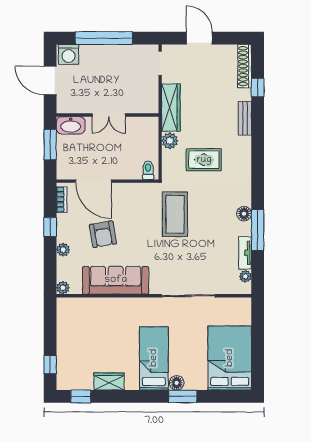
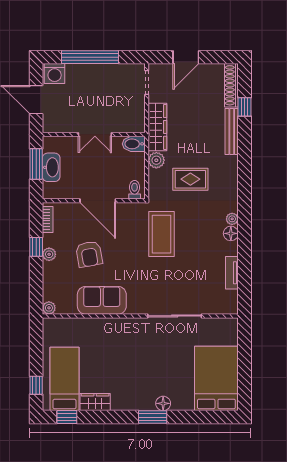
door: (199, 38) -> (186, 57), swing flipped
bench: (245, 118) -> (232, 132), width x1.36
bidet: (147, 124) -> (134, 144), added
washbasin: (71, 125) -> (51, 167), moved, turned -90
door: (94, 181) -> (98, 201), moved
window: (258, 230) -> (244, 250), removed
plant: (63, 250) -> (49, 254), moved
plant: (245, 276) -> (232, 219), moved
sofa: (116, 280) -> (102, 300), width x0.73
bed: (154, 358) -> (64, 379), moved
window: (183, 396) -> (153, 417), moved

